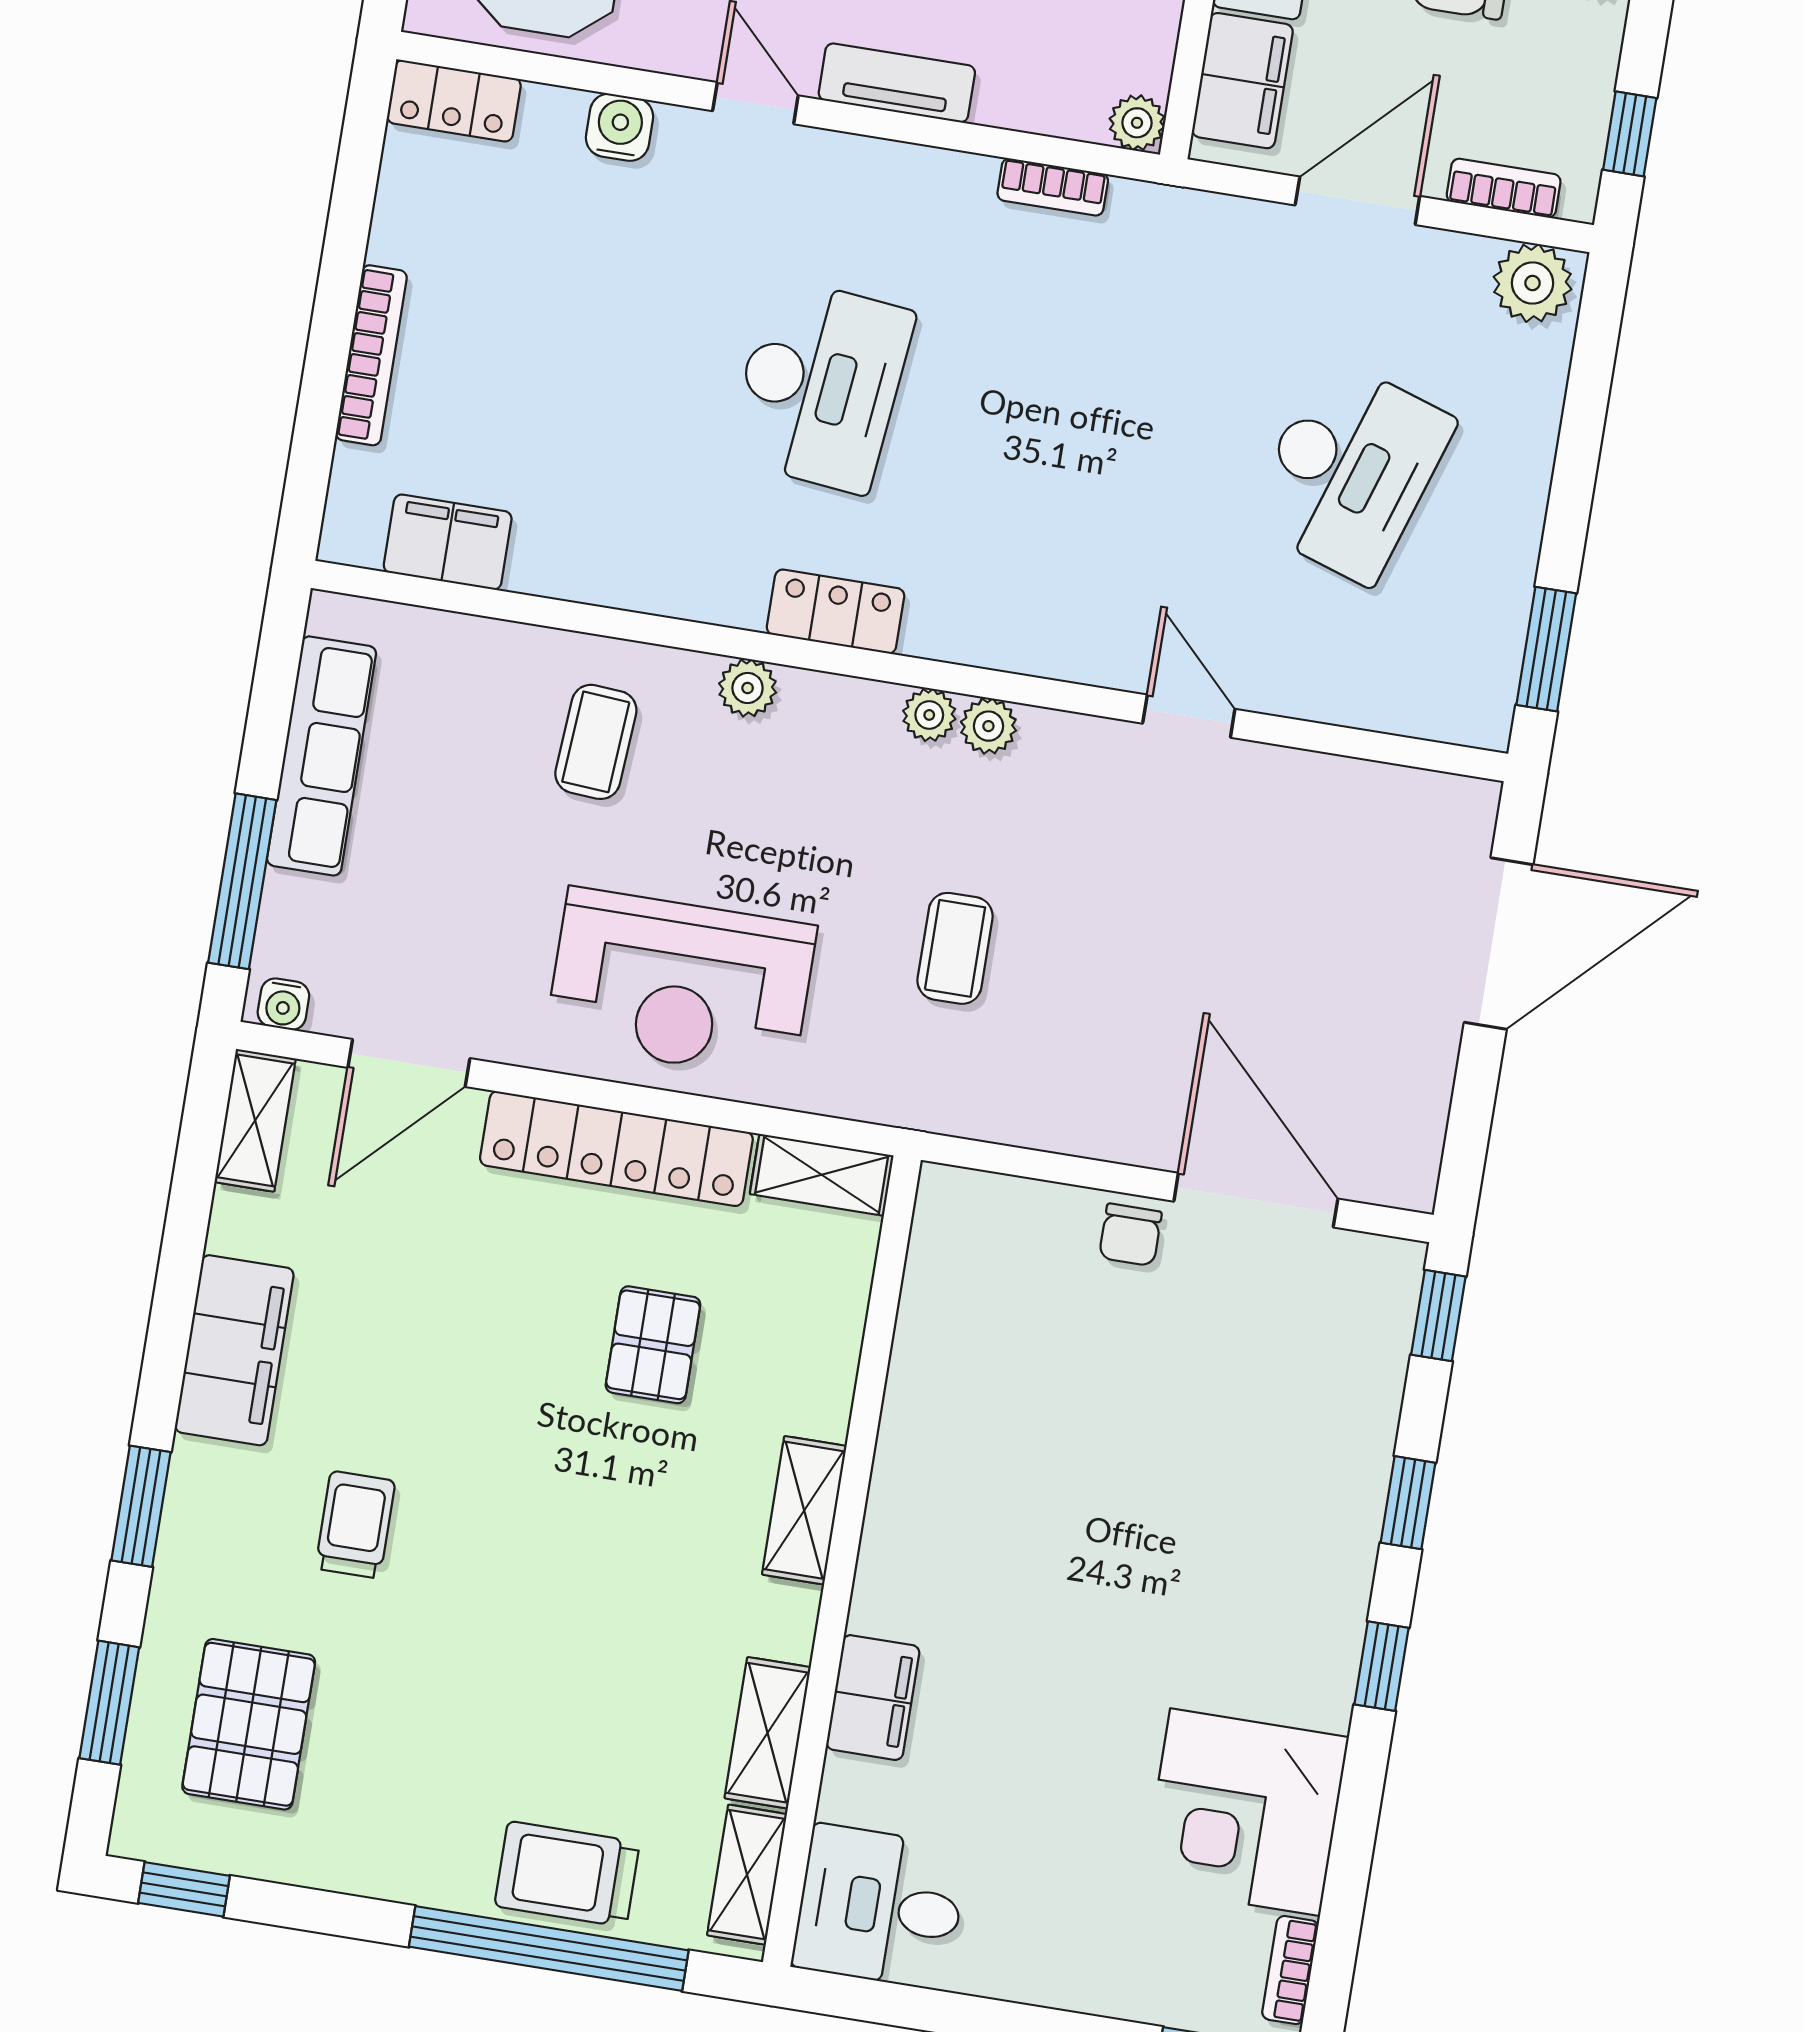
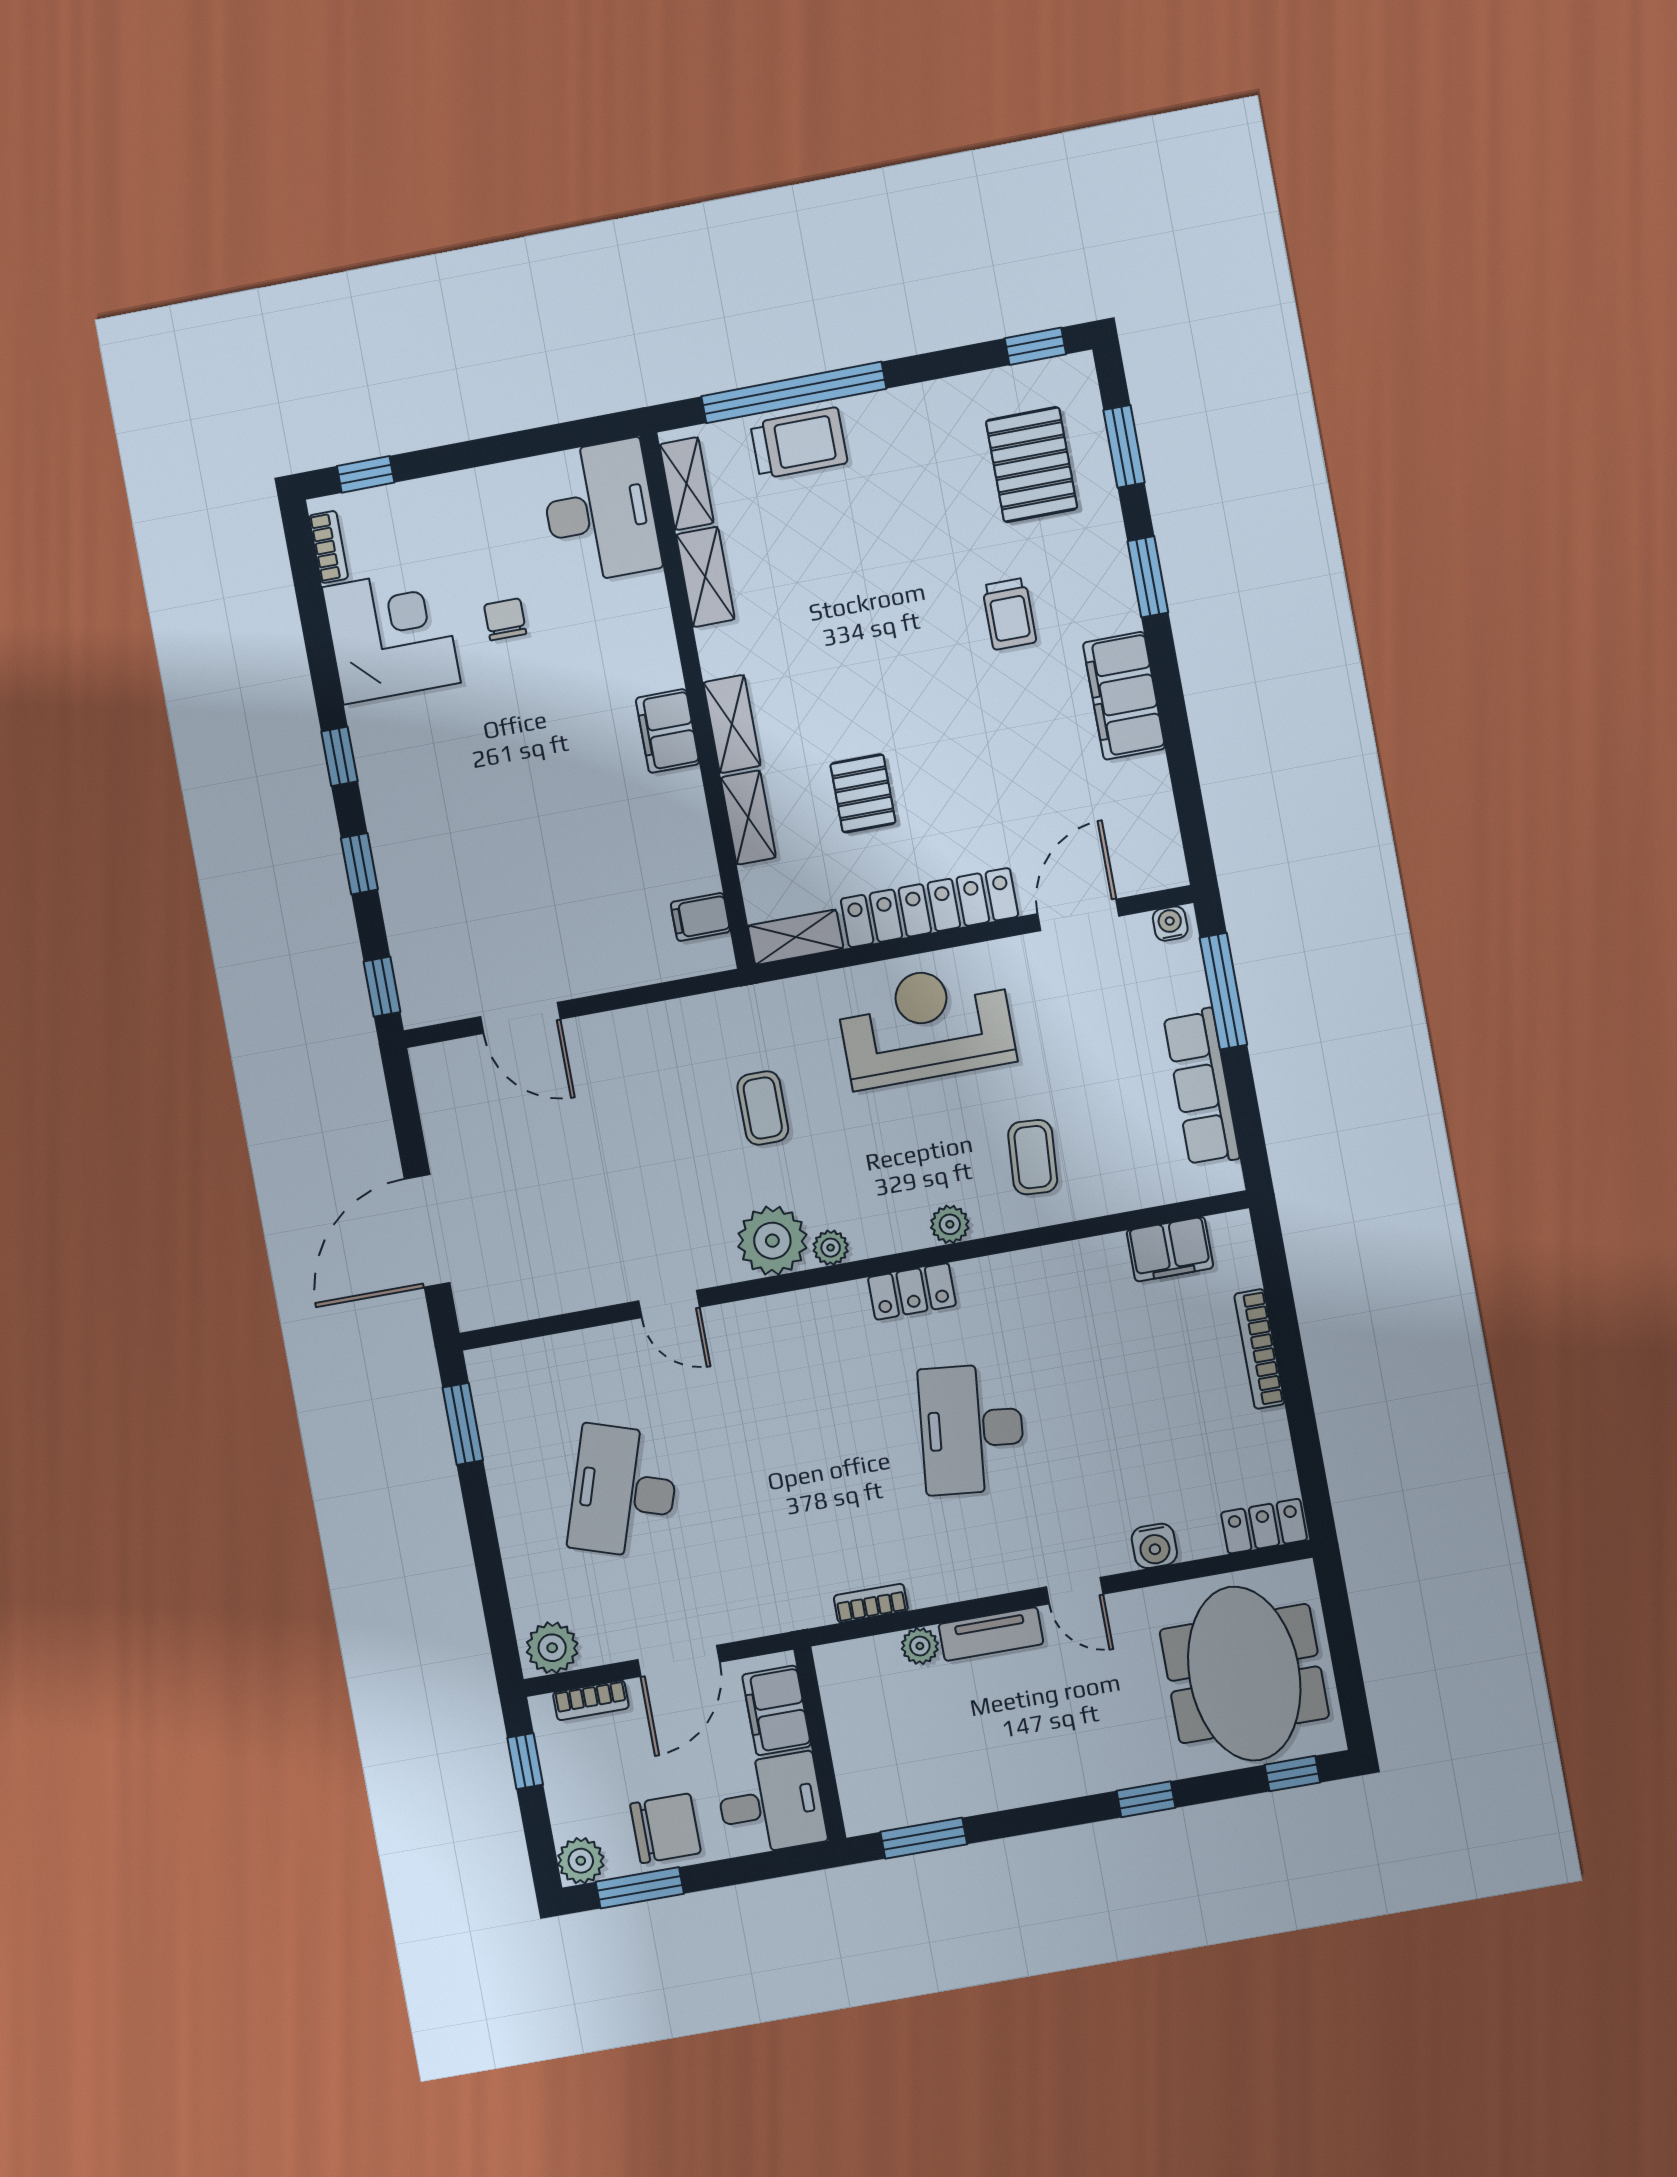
plant: (1137, 123) -> (920, 1646), moved
plant: (988, 726) -> (772, 1241), width x1.87, depth x1.87
shelving: (255, 1120) -> (748, 817), moved
door: (1256, 1200) -> (520, 1018), width x0.73
chair: (1130, 1235) -> (505, 619), moved
filing cabinet: (947, 1252) -> (700, 917), added
filing cabinet: (873, 1698) -> (667, 731), moved
desk: (880, 1907) -> (600, 512), width x1.37

